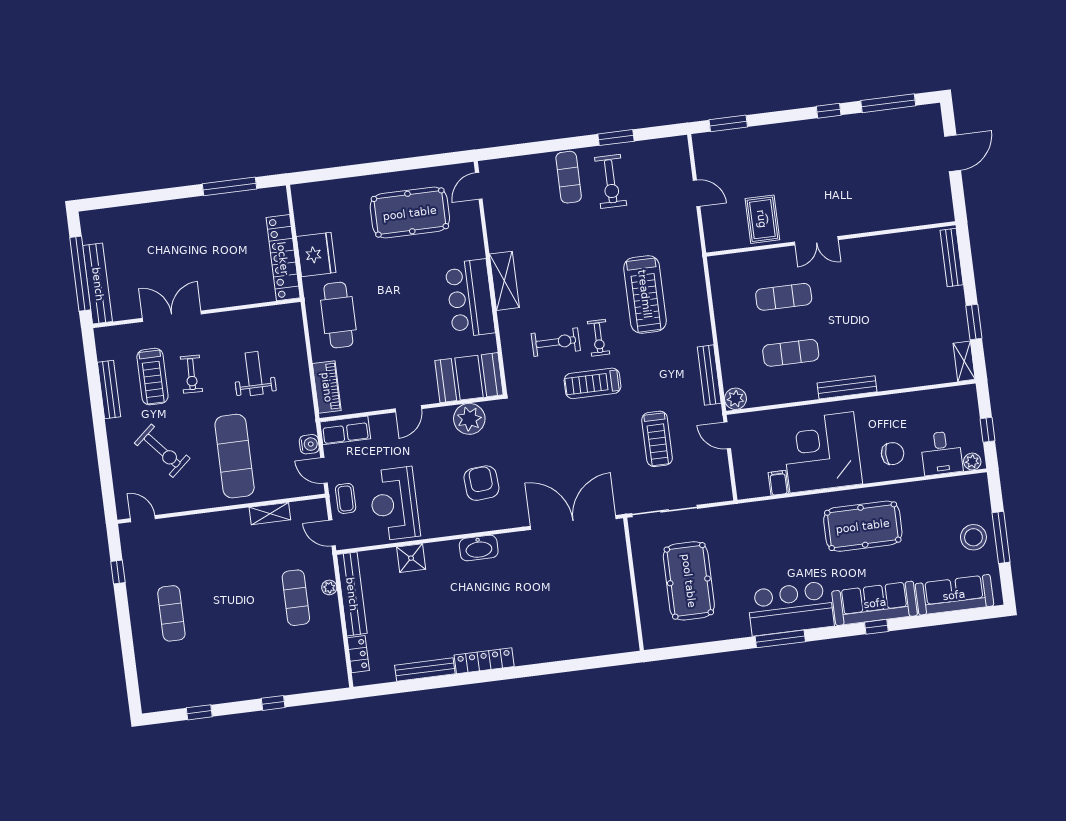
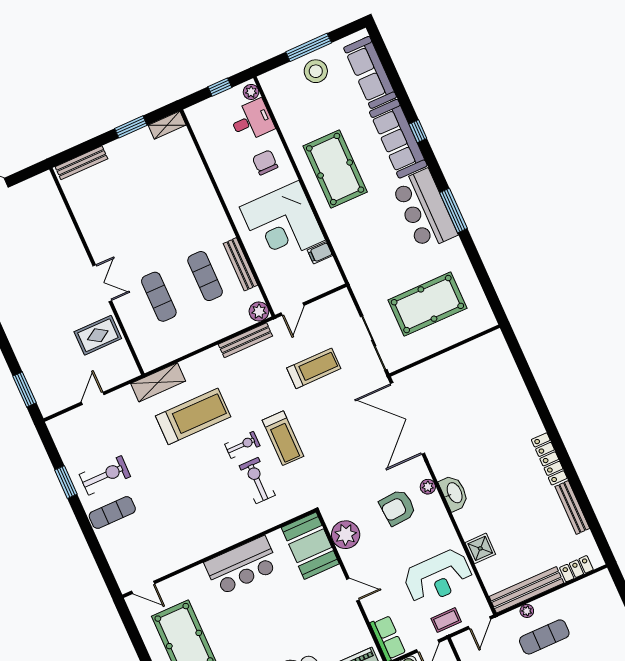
shelving: (504, 281) -> (158, 382), moved
bench: (847, 387) -> (240, 264), moved
plant: (494, 522) -> (428, 487), added

